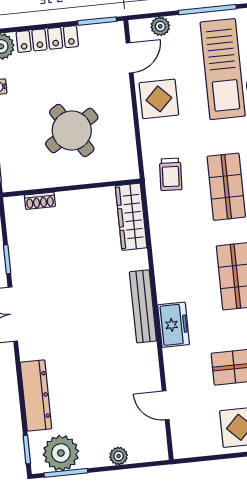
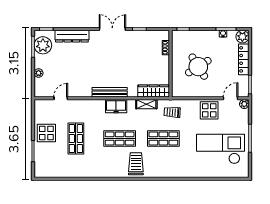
plant: (160, 26) -> (244, 104), moved
door: (130, 58) -> (231, 98), swing flipped
shelving: (159, 229) -> (146, 104), added
freezer: (174, 325) -> (116, 106), moved

